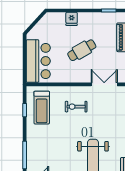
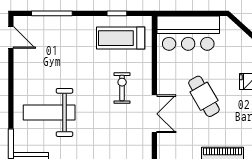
double door: (104, 84) -> (154, 114), moved

